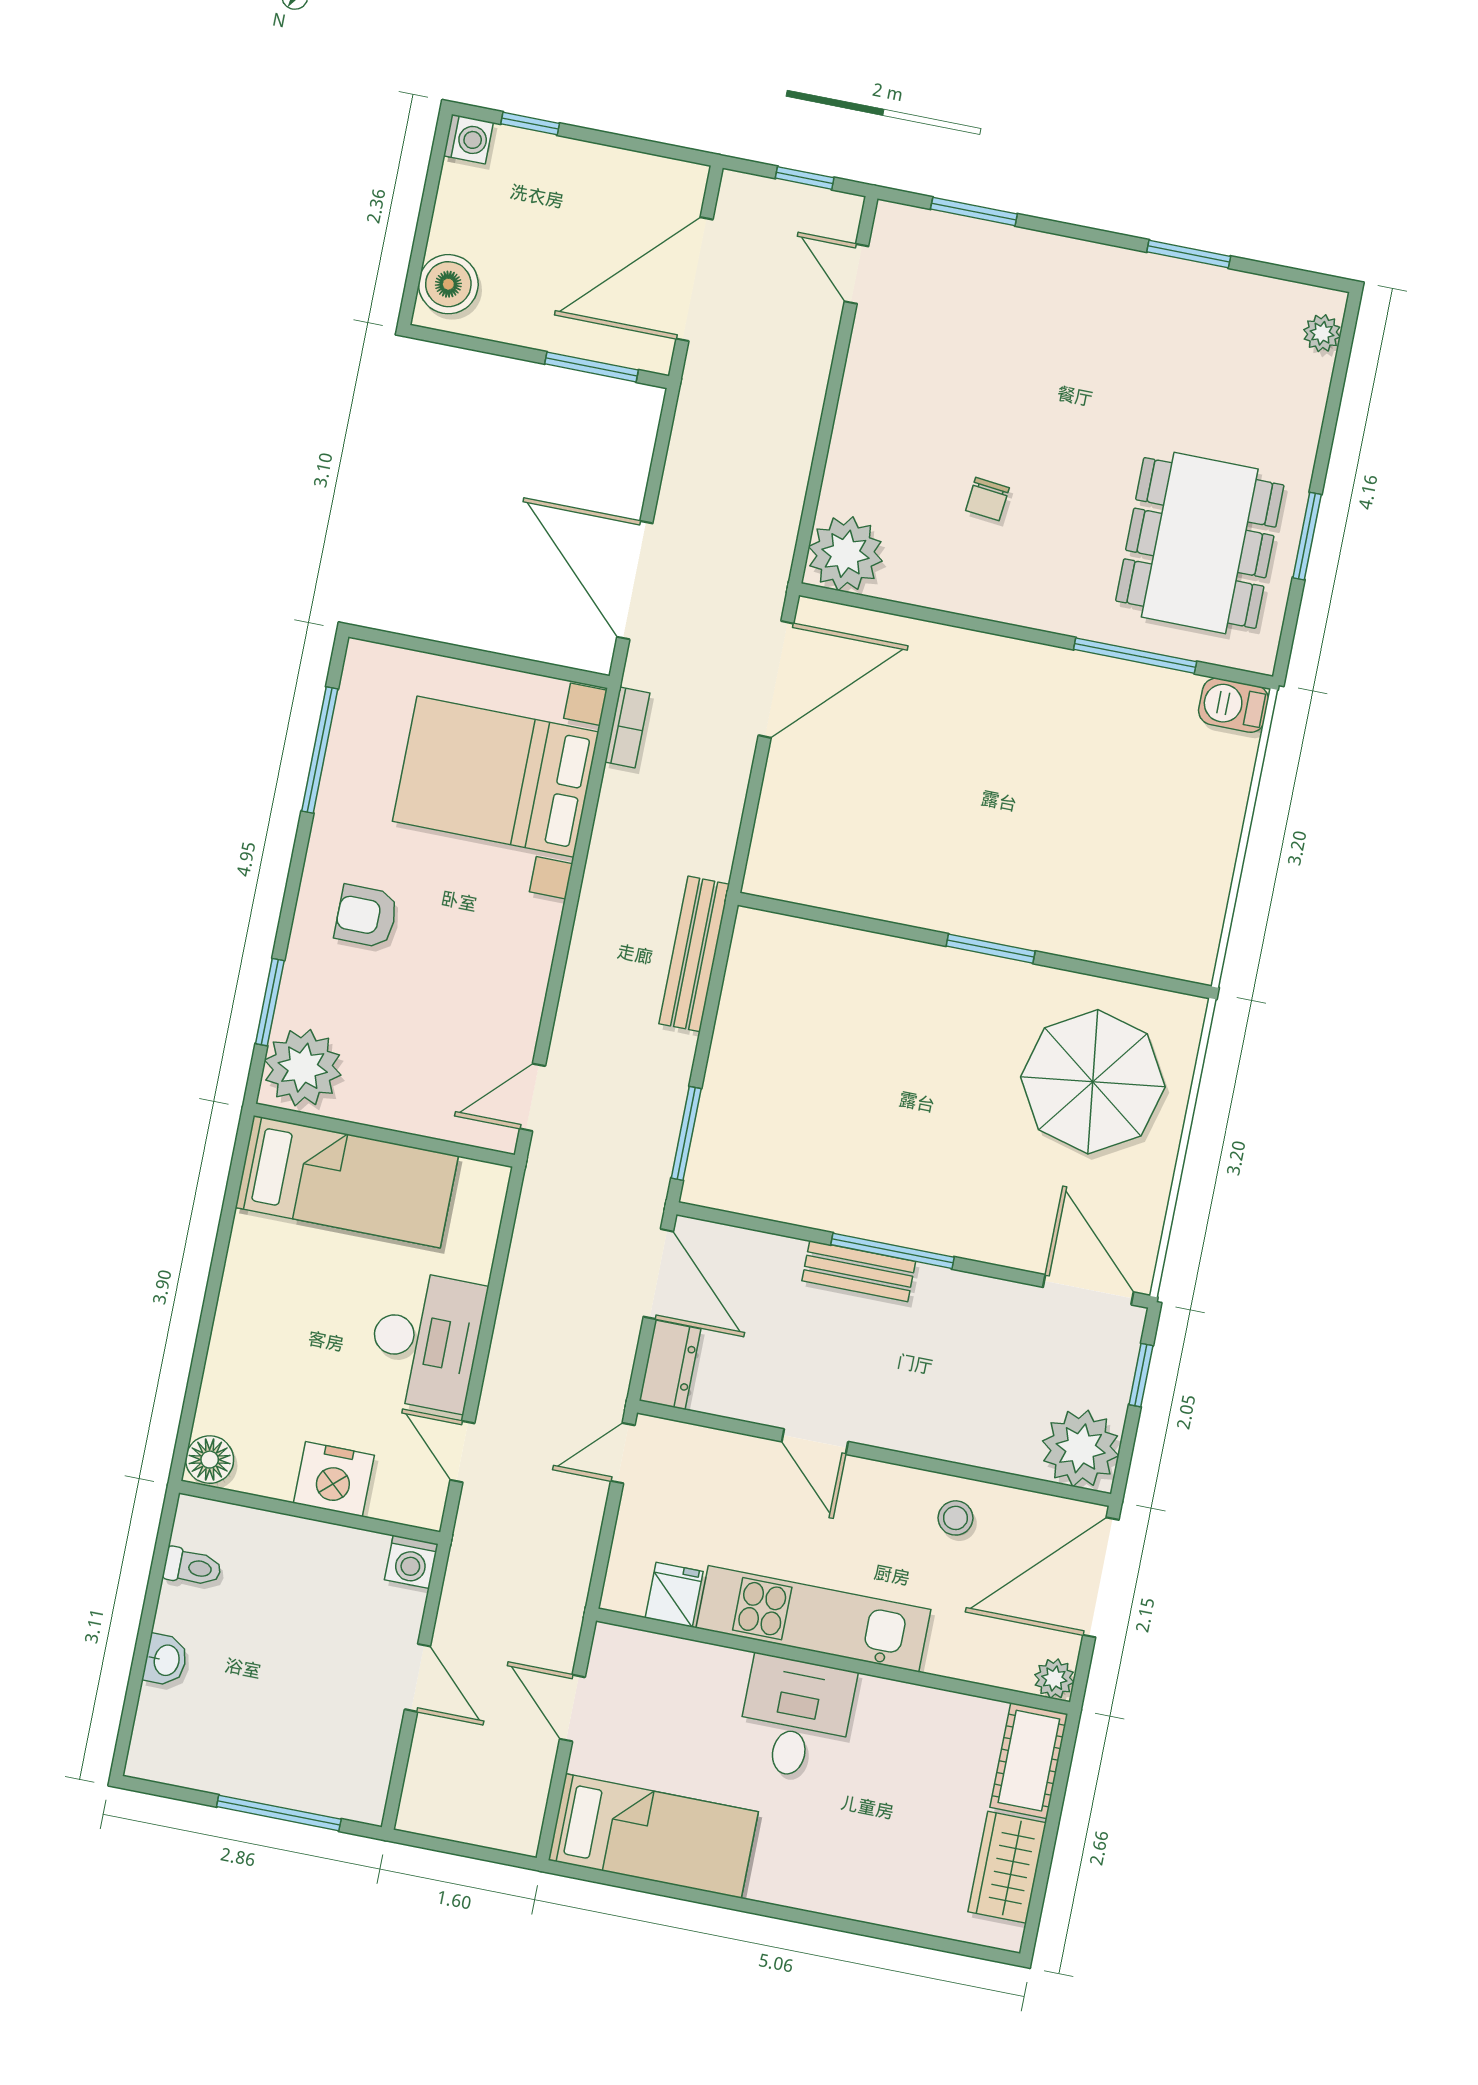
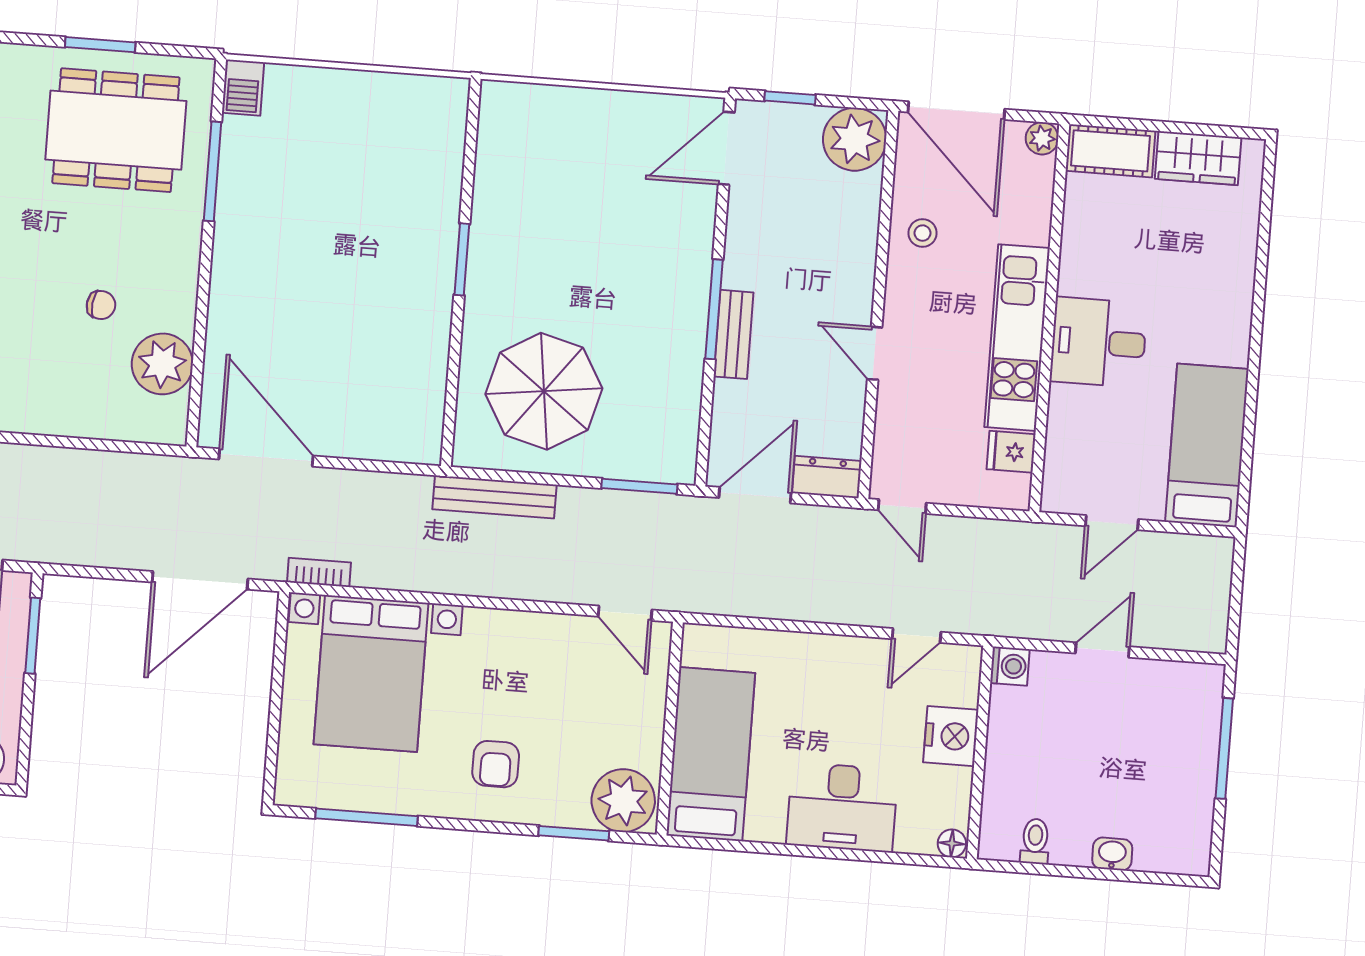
plant: (845, 554) -> (162, 364), moved
parasol: (1093, 1082) -> (544, 391), moved
desk: (426, 1341) -> (842, 807), moved, turned 180
door: (815, 1442) -> (875, 353), swing flipped
floor lamp: (210, 1460) -> (952, 843), width x0.73, depth x0.73

